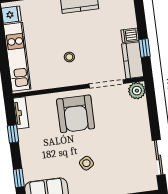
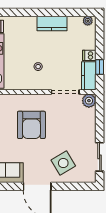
armchair: (76, 114) -> (31, 125), moved
side table: (86, 163) -> (63, 163), moved, width x1.87, depth x1.87

